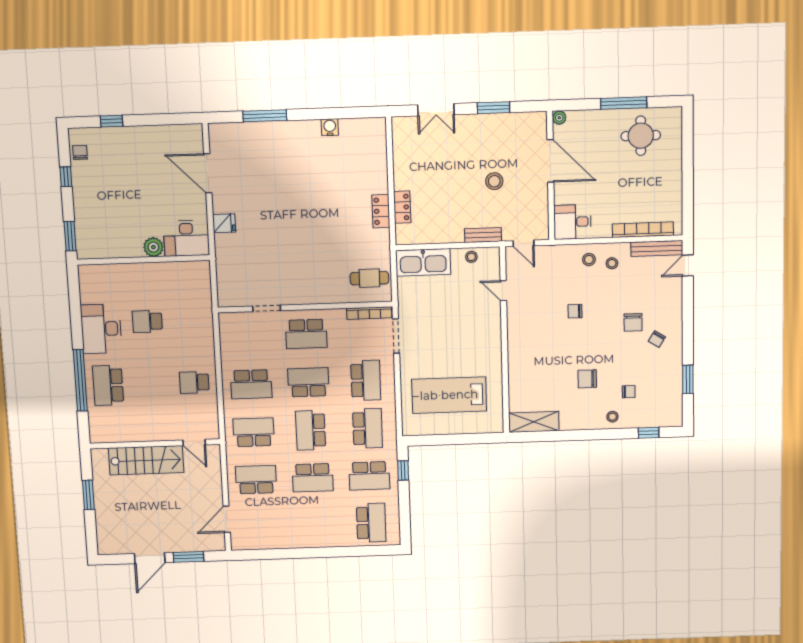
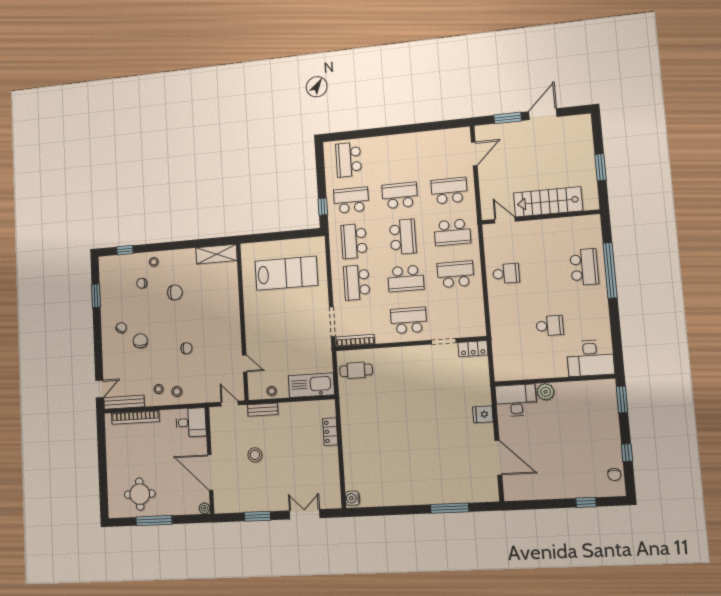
water cooler: (330, 127) -> (352, 498), moved, turned 90
locker: (381, 211) -> (473, 349), moved, turned 90
desk: (101, 329) -> (590, 358), moved, turned 90
school desk: (256, 480) -> (449, 191), turned 180

